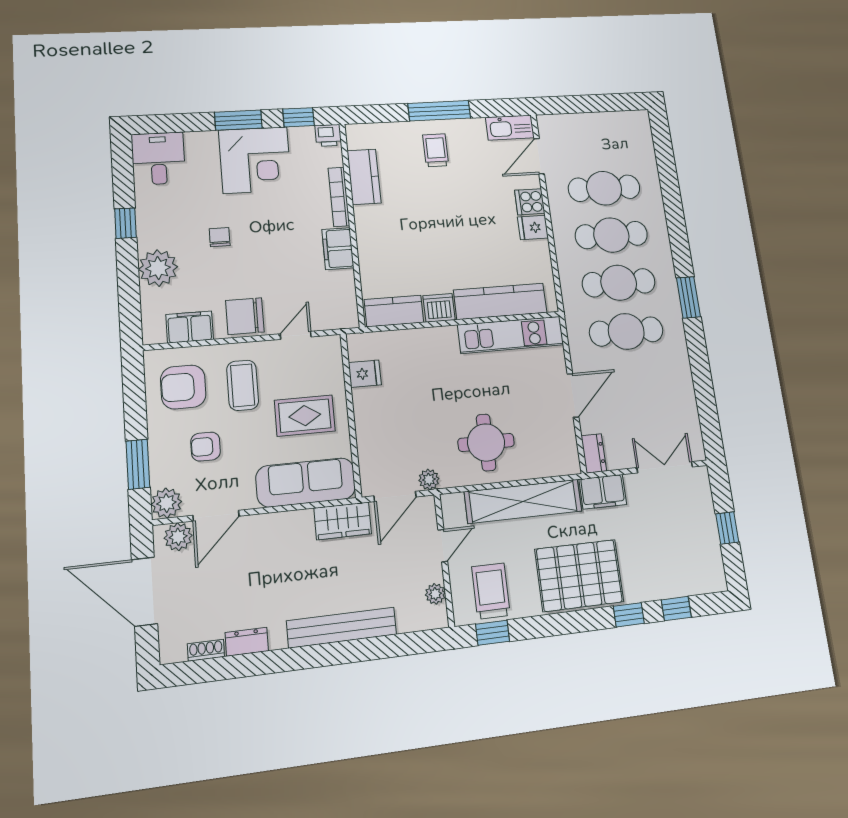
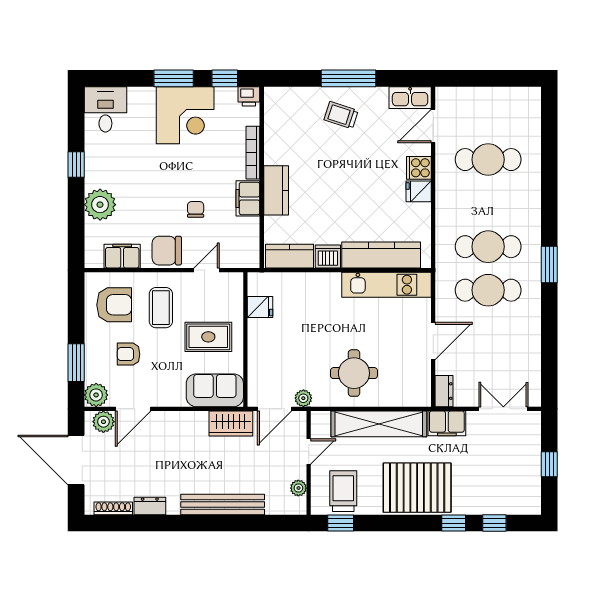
trolley: (436, 150) -> (341, 115), turned -72
kitchen counter: (364, 177) -> (276, 190), moved
cafe table: (611, 235) -> (488, 203), removed
chair: (220, 237) -> (196, 209), moved
armchair: (183, 387) -> (114, 305), turned 180
sofa: (306, 482) -> (215, 390), width x0.73
shoe rack: (206, 650) -> (113, 508), width x1.43

